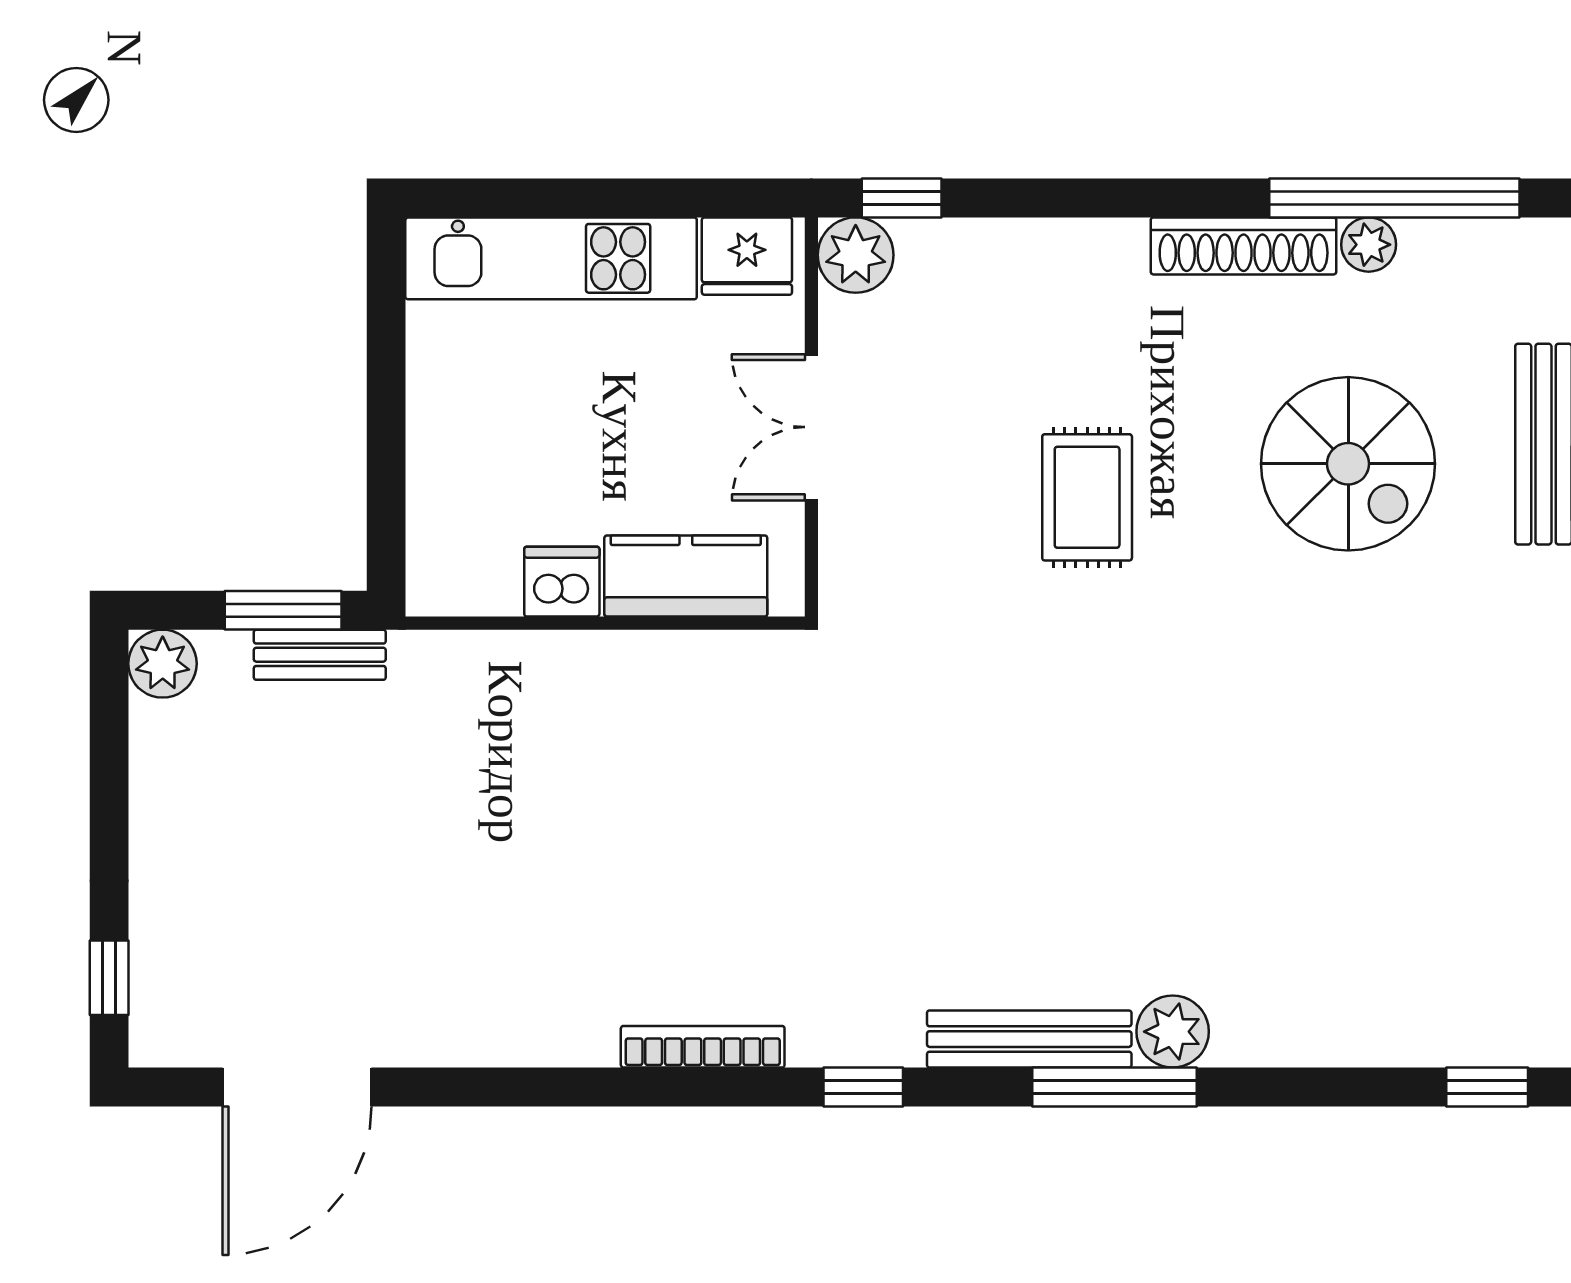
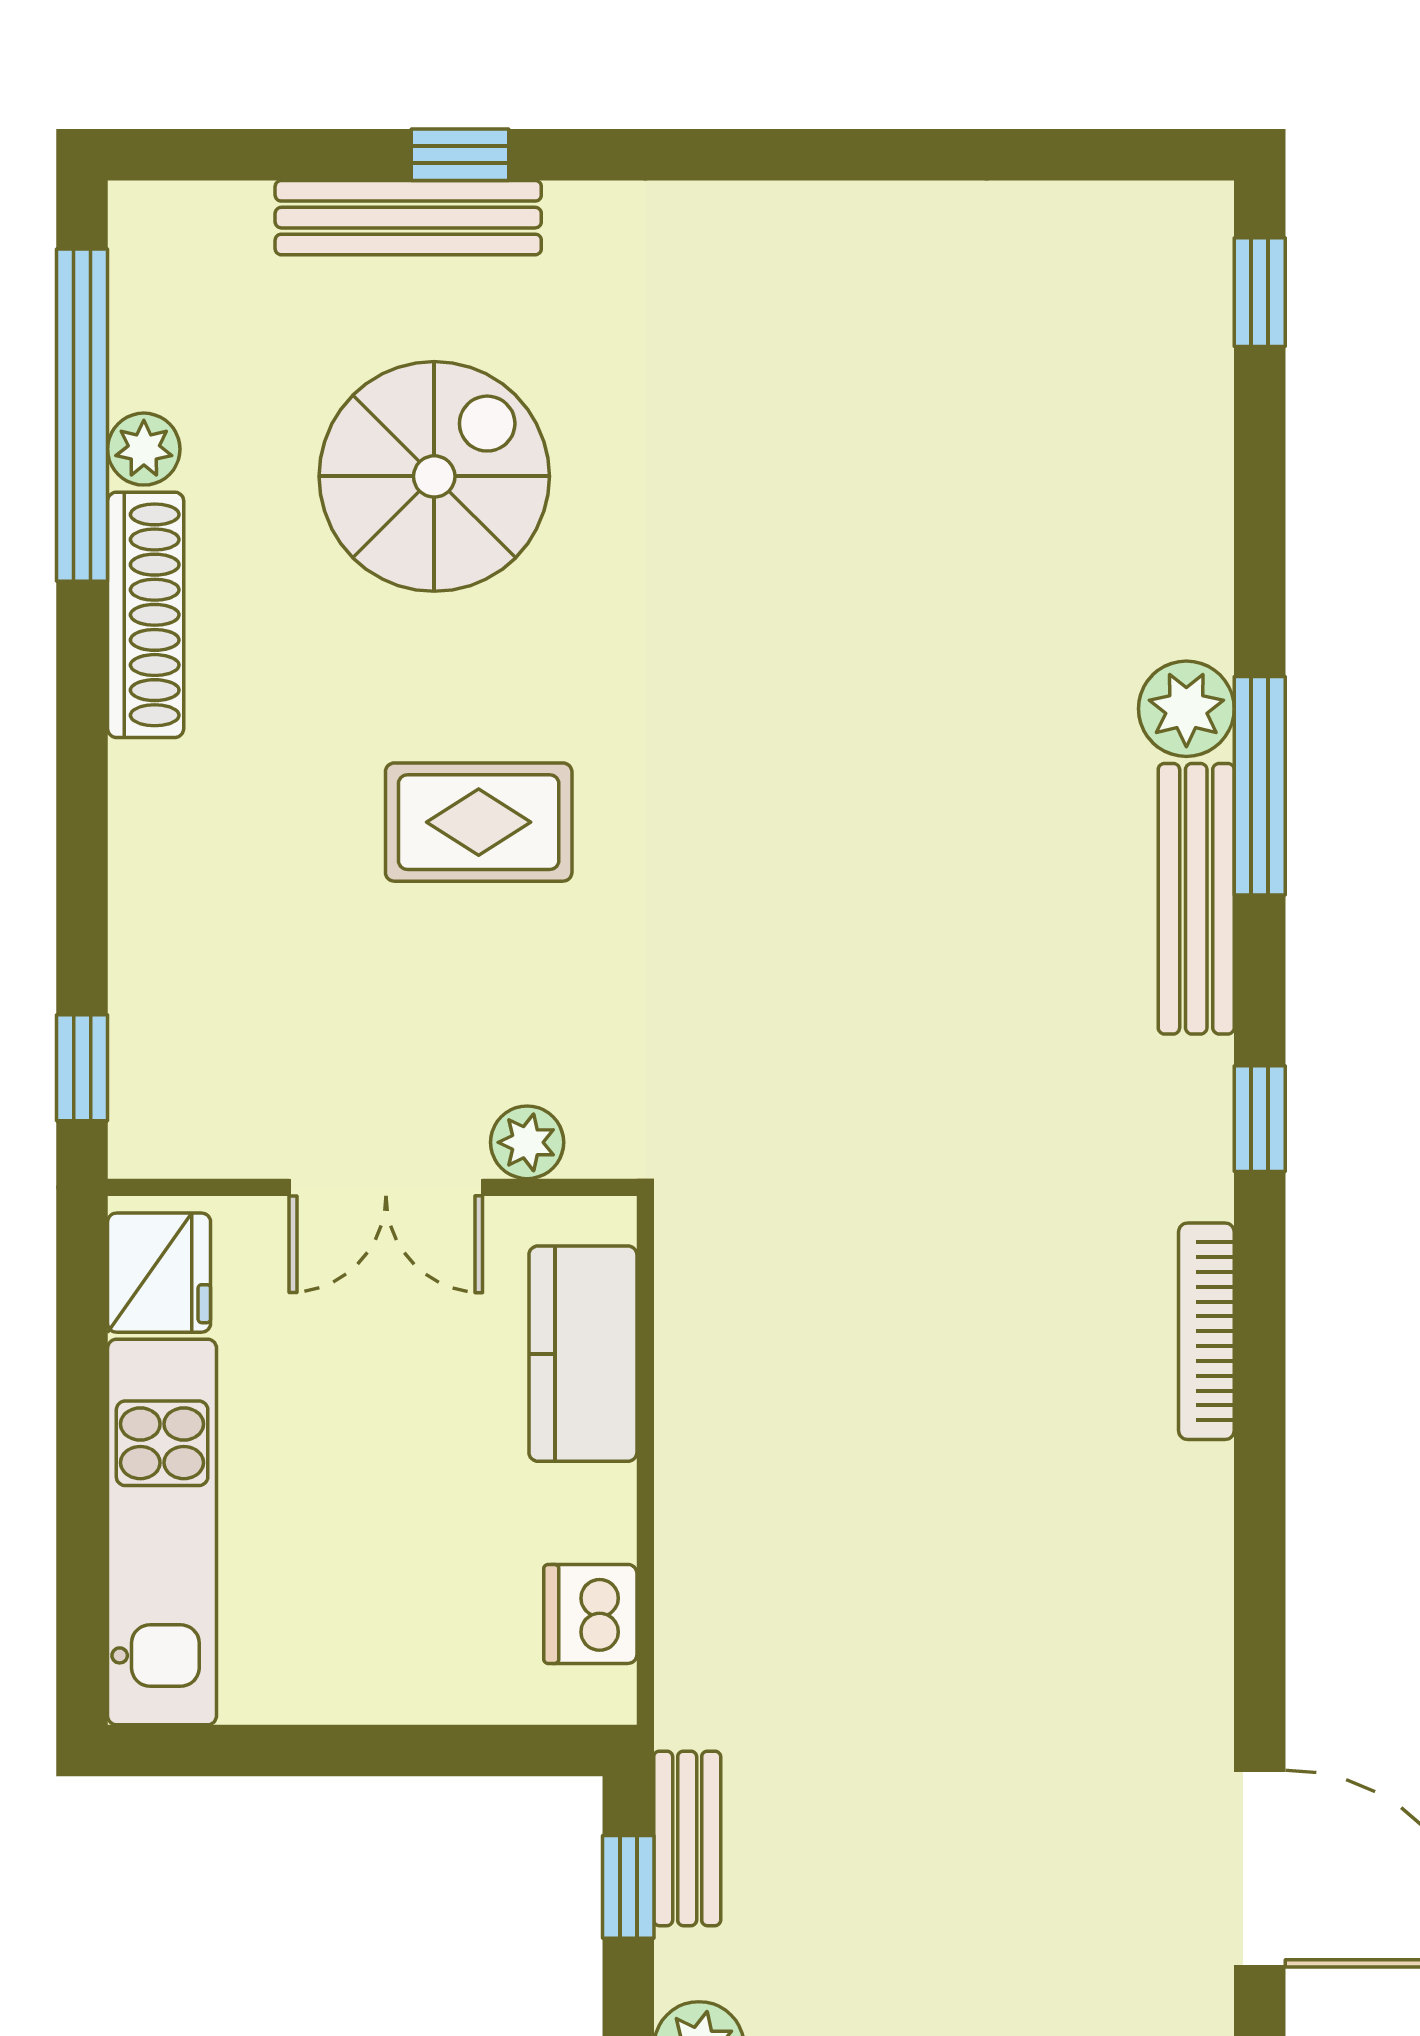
plant: (856, 255) -> (527, 1142), moved, width x0.73, depth x0.73
dishwasher: (562, 582) -> (590, 1614), moved
window: (283, 610) -> (628, 1887), width x0.67

